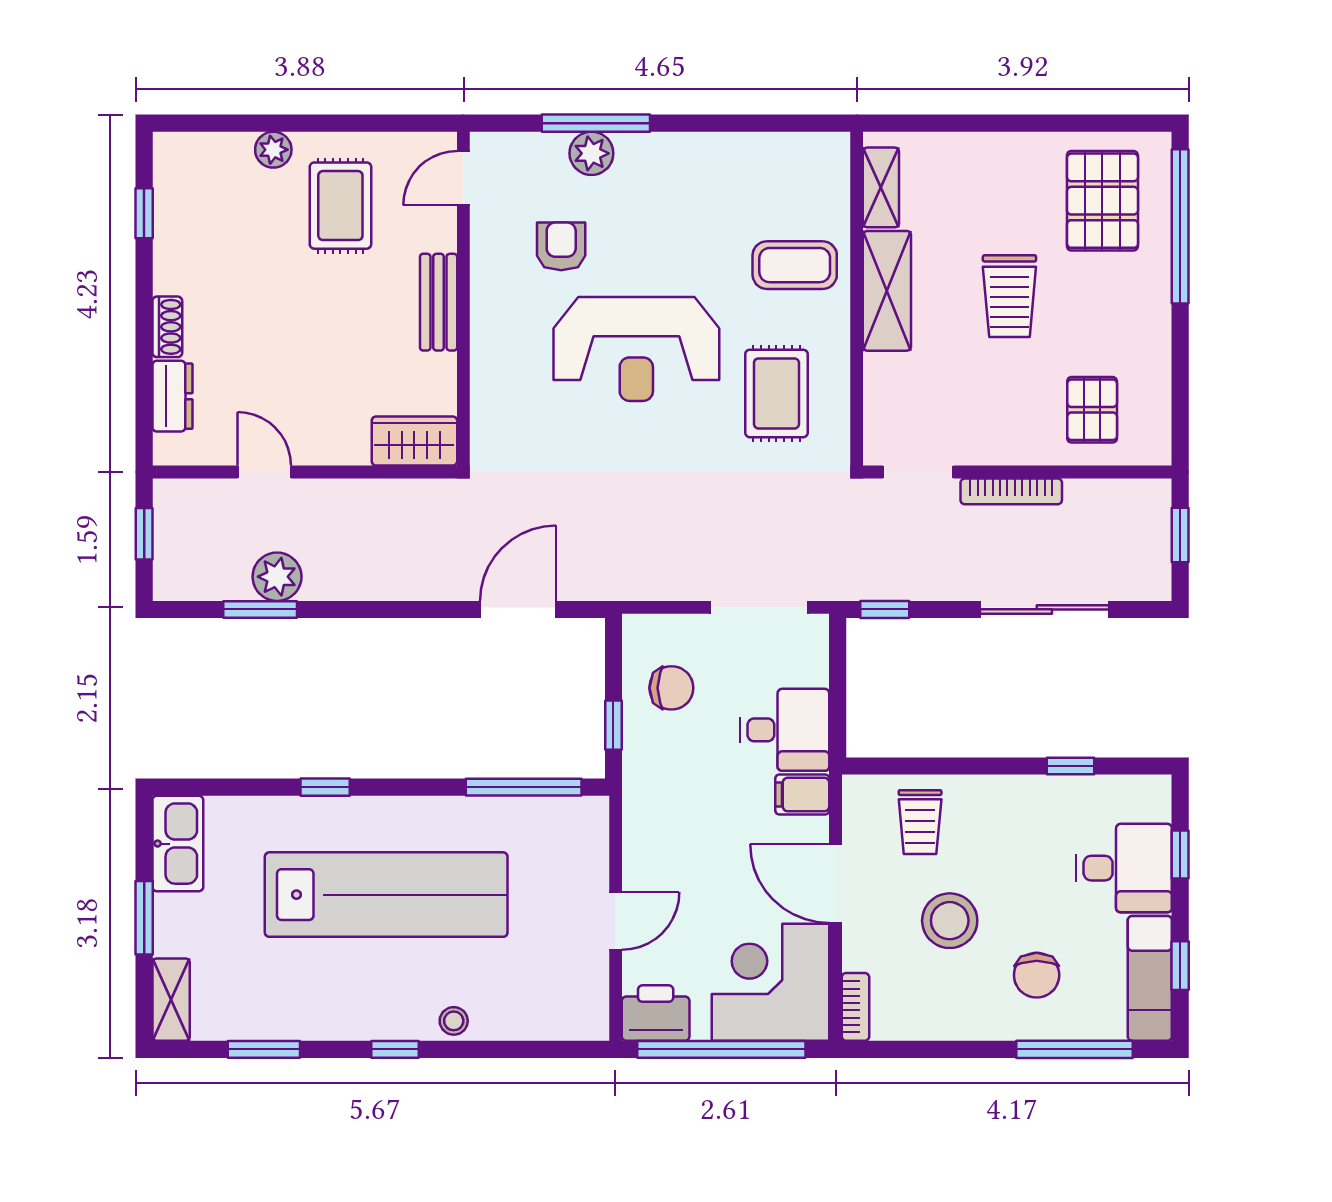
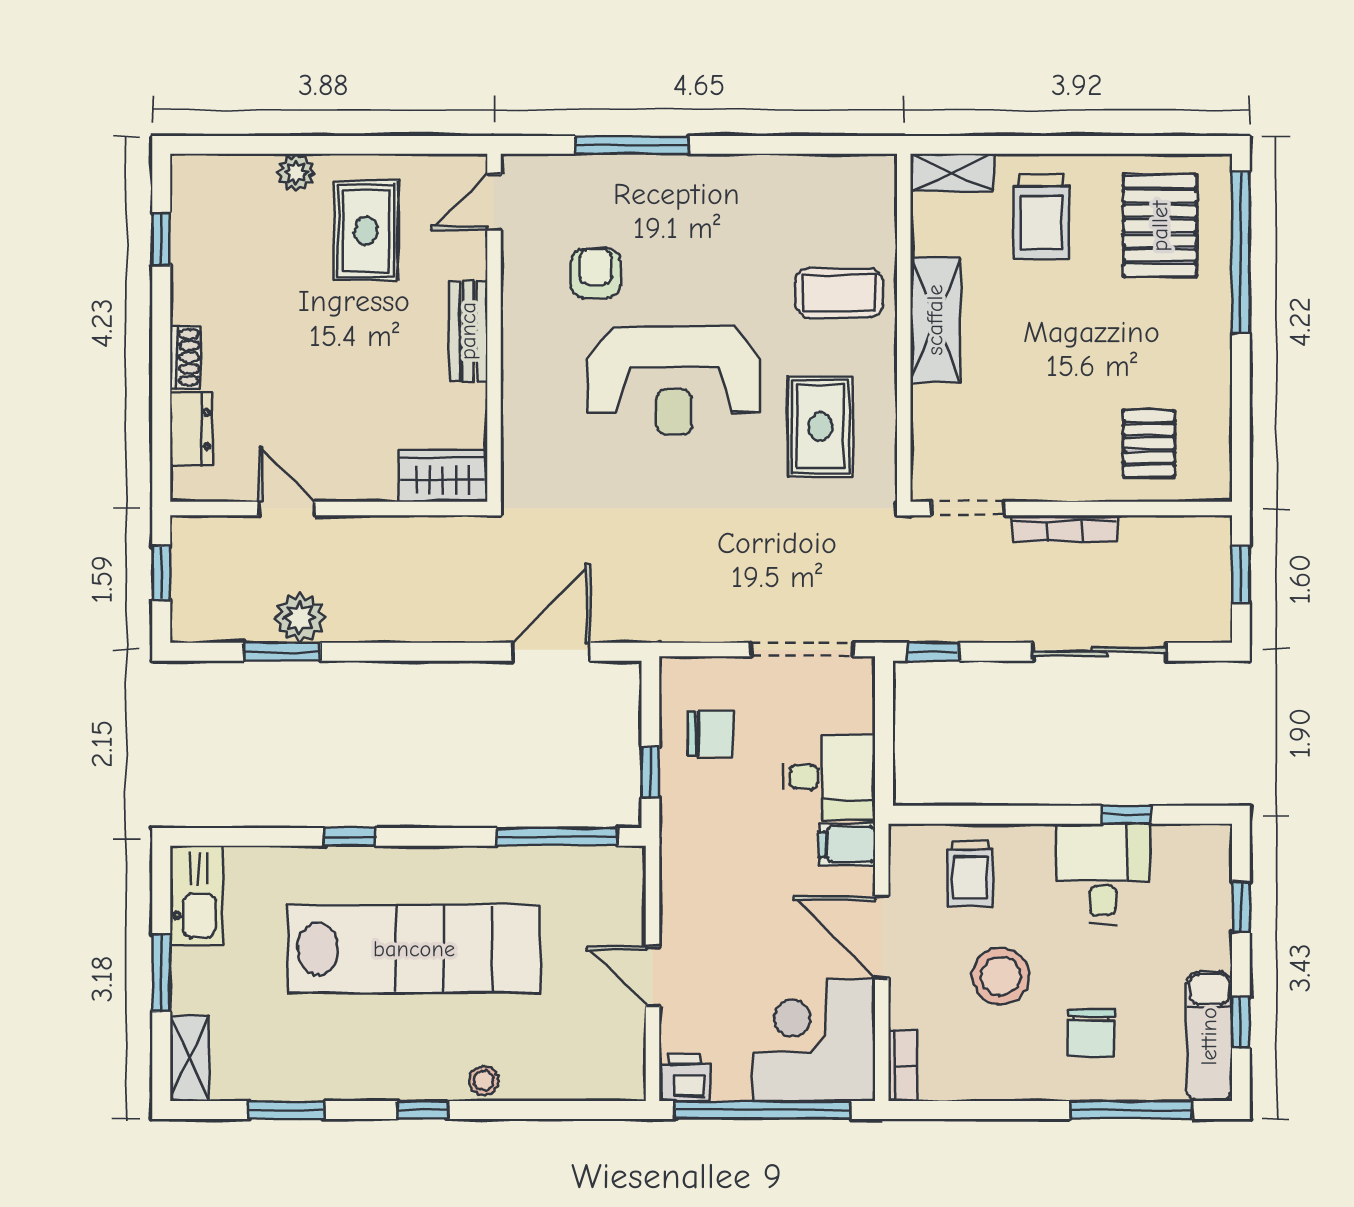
plant: (591, 153) -> (627, 176), removed
shelving: (881, 187) -> (952, 172), moved, turned 90
trolley: (1009, 296) -> (1042, 216), moved
desk: (1124, 868) -> (1103, 873), moved, turned -90
door: (616, 921) -> (653, 976), swing flipped
printer: (656, 1013) -> (685, 1078), width x0.73, depth x0.81

